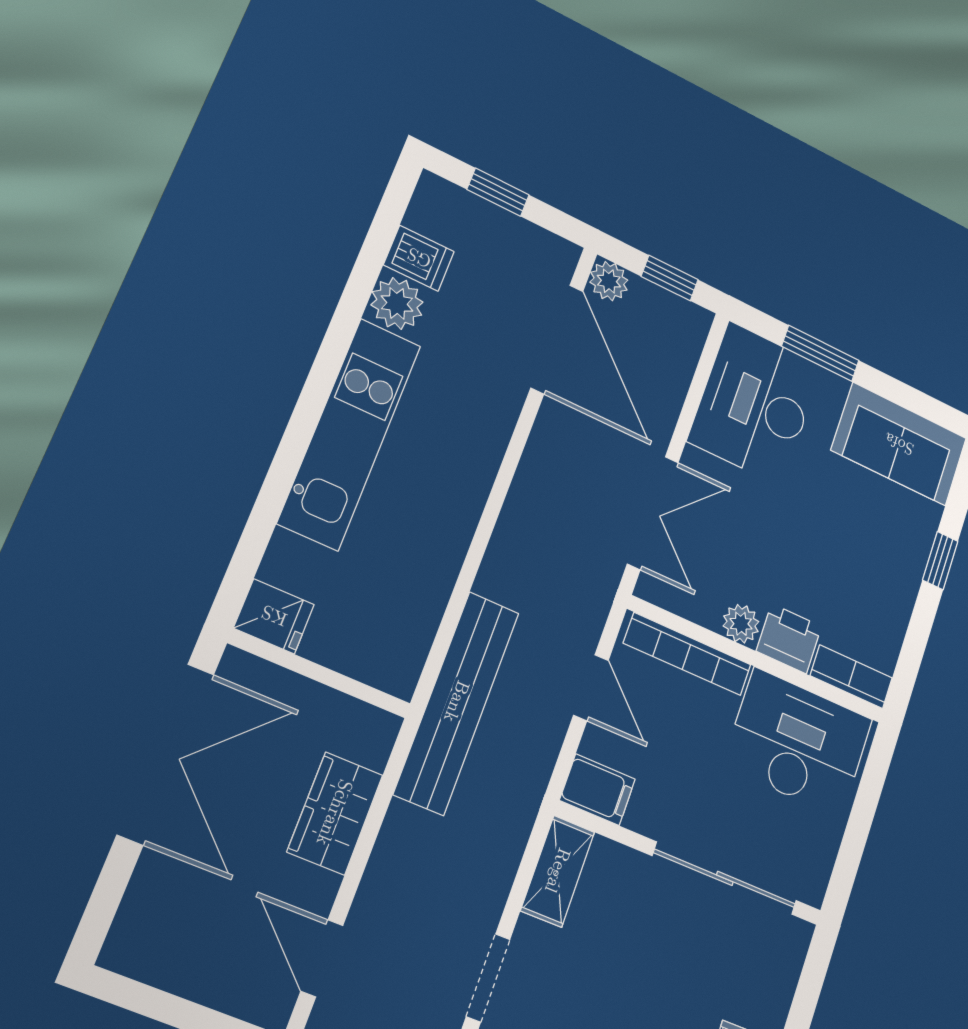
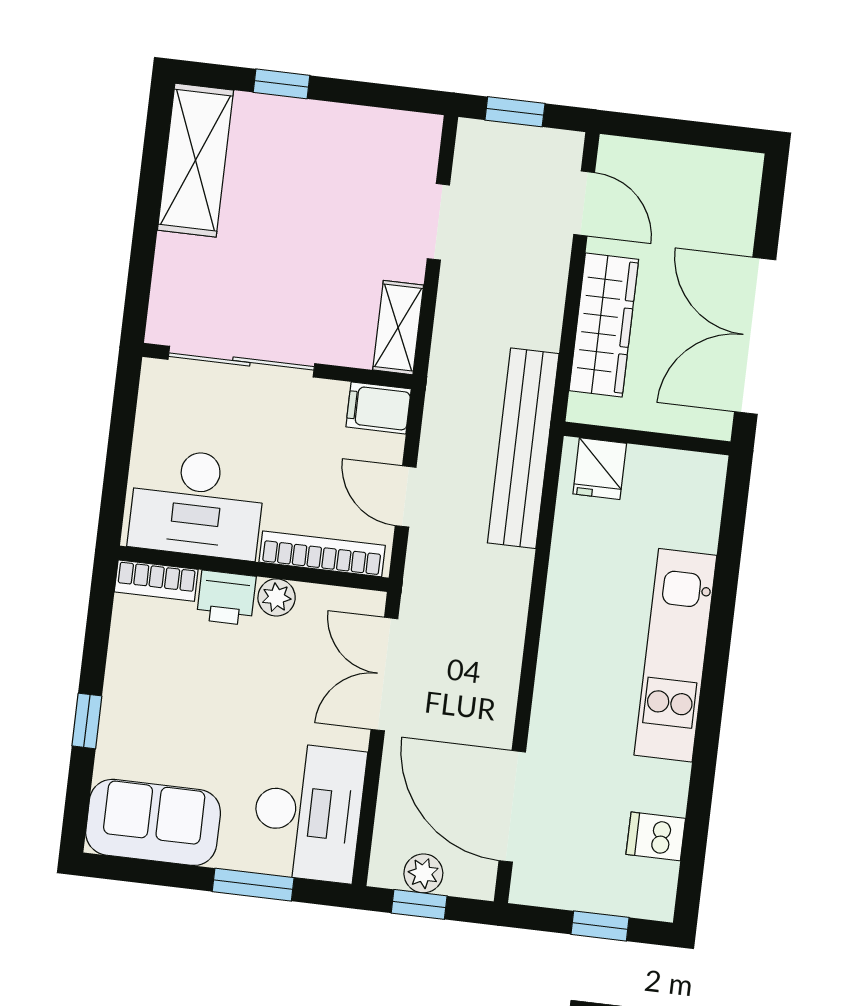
plant: (609, 281) -> (423, 873), moved
plant: (397, 303) -> (664, 787), removed
fridge: (274, 616) -> (600, 469), moved, turned -90
wardrobe: (335, 813) -> (604, 325), width x1.50

